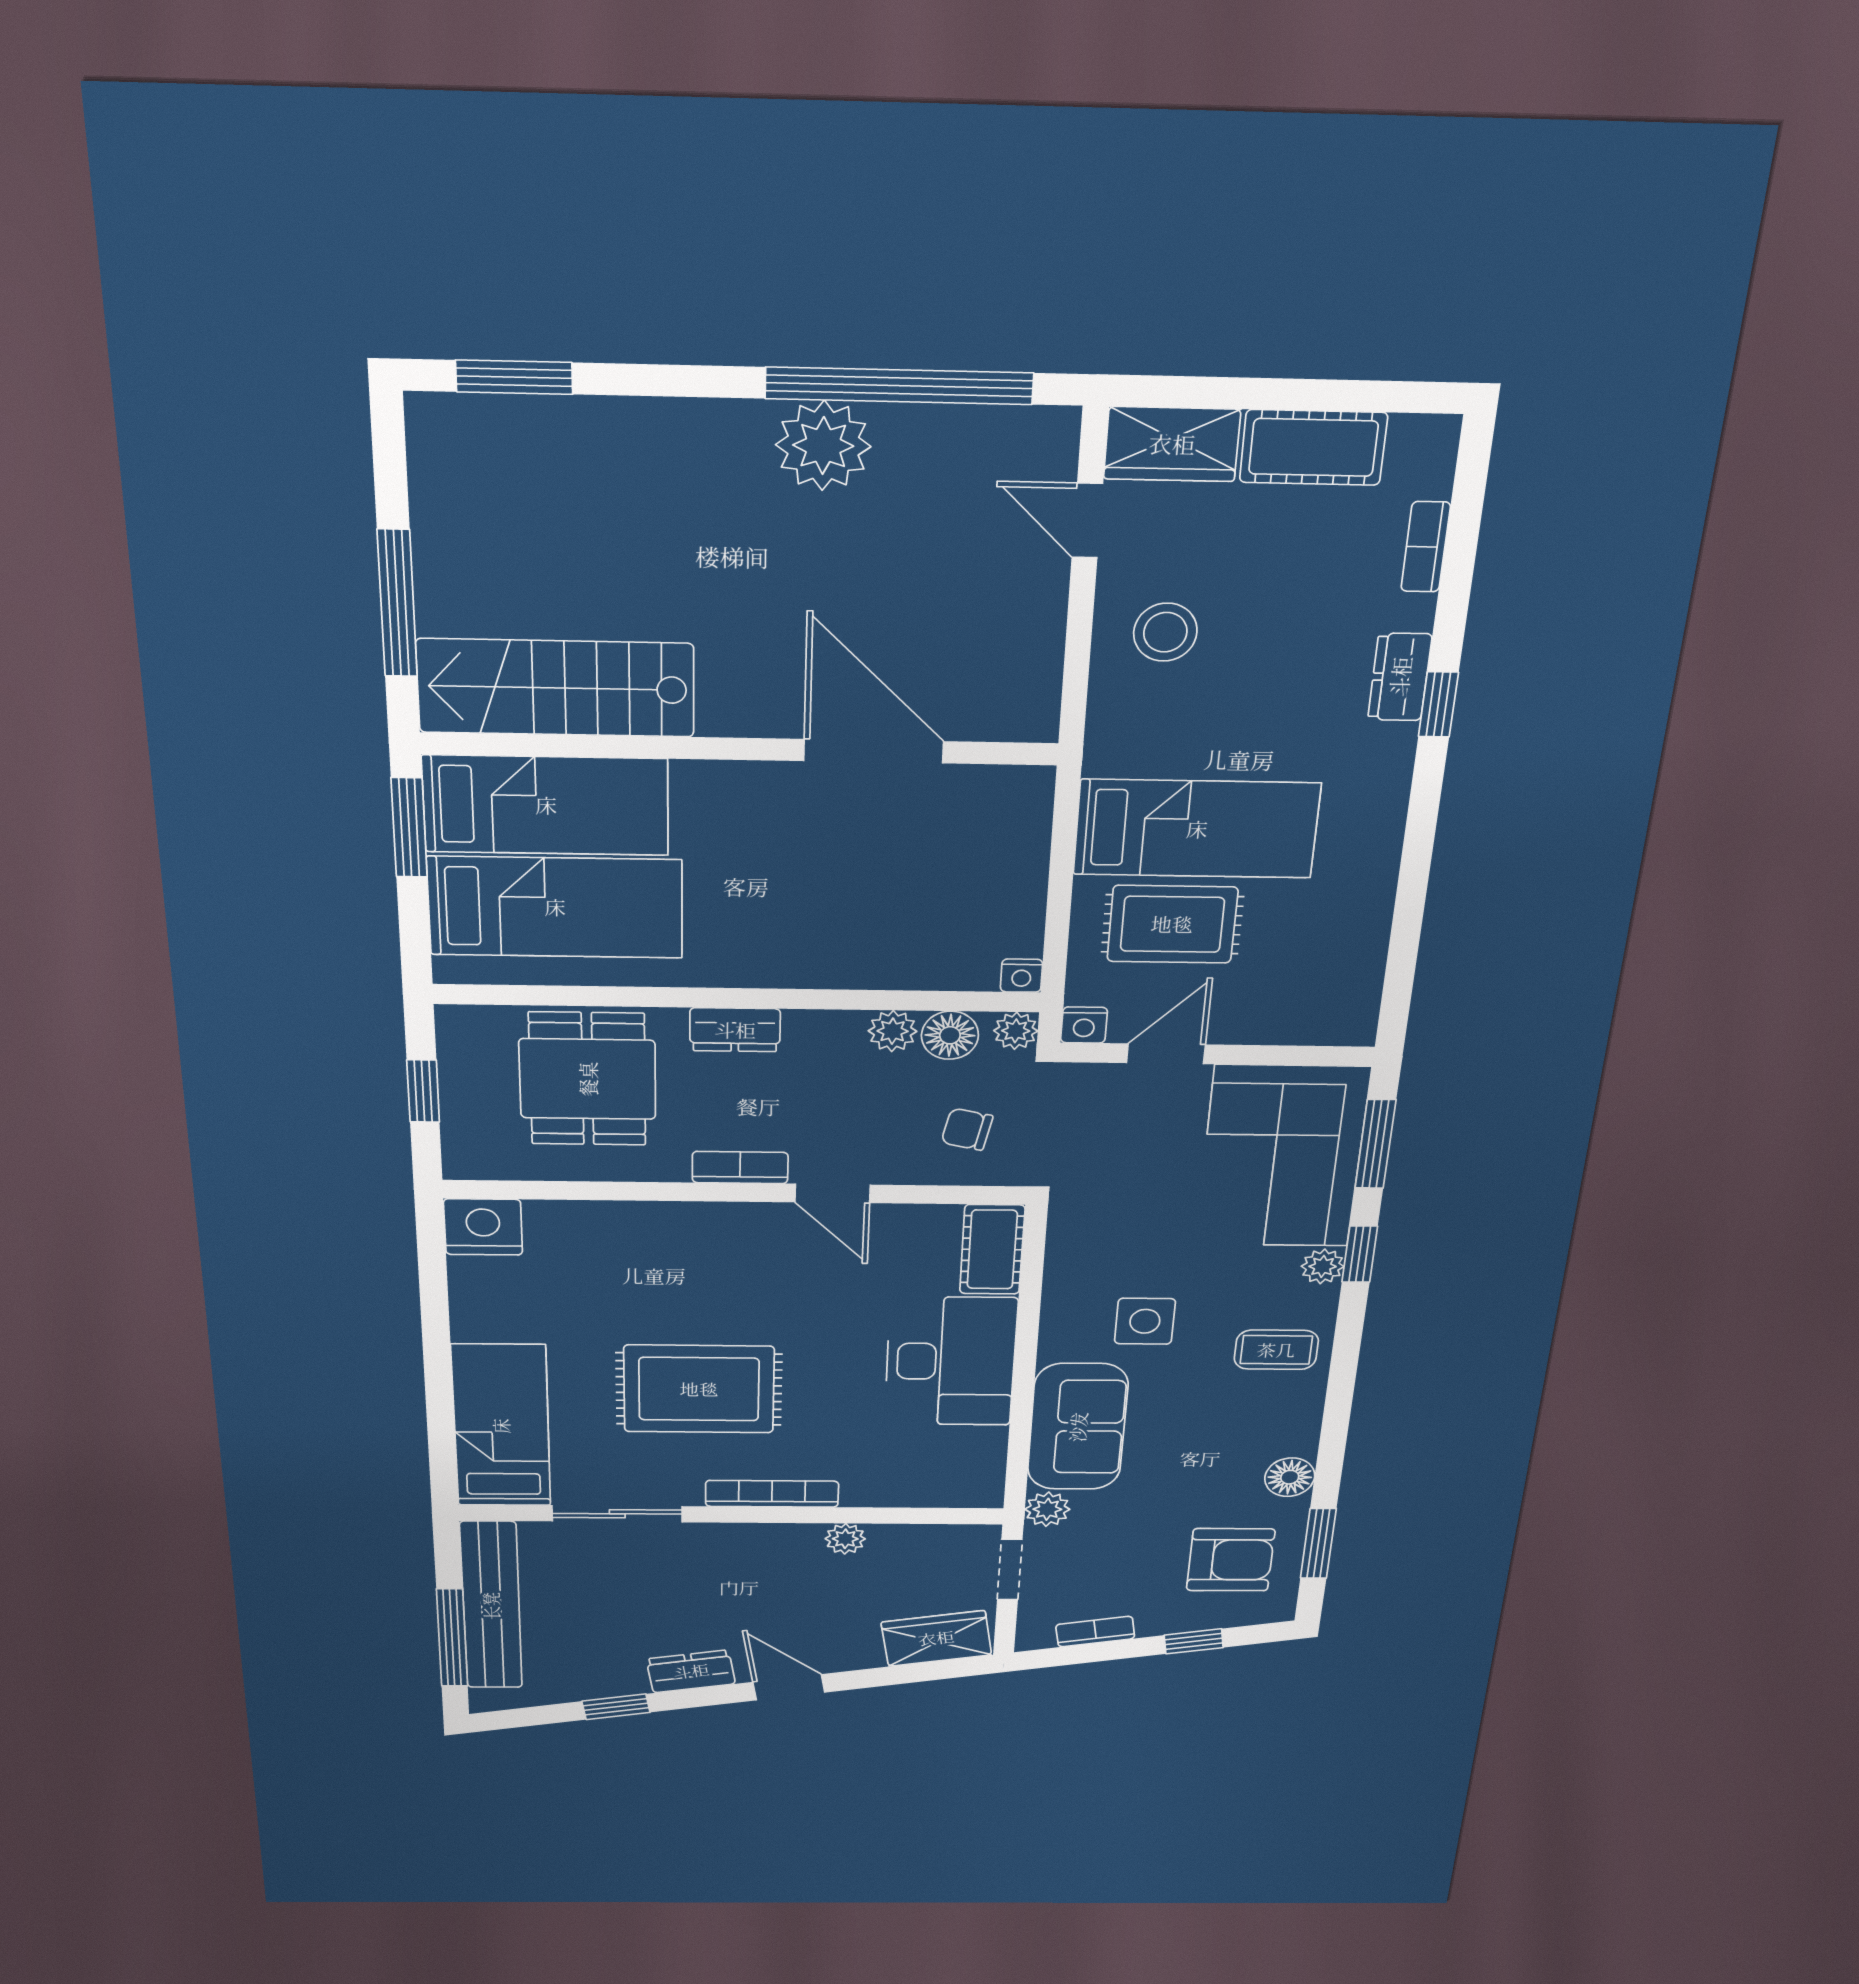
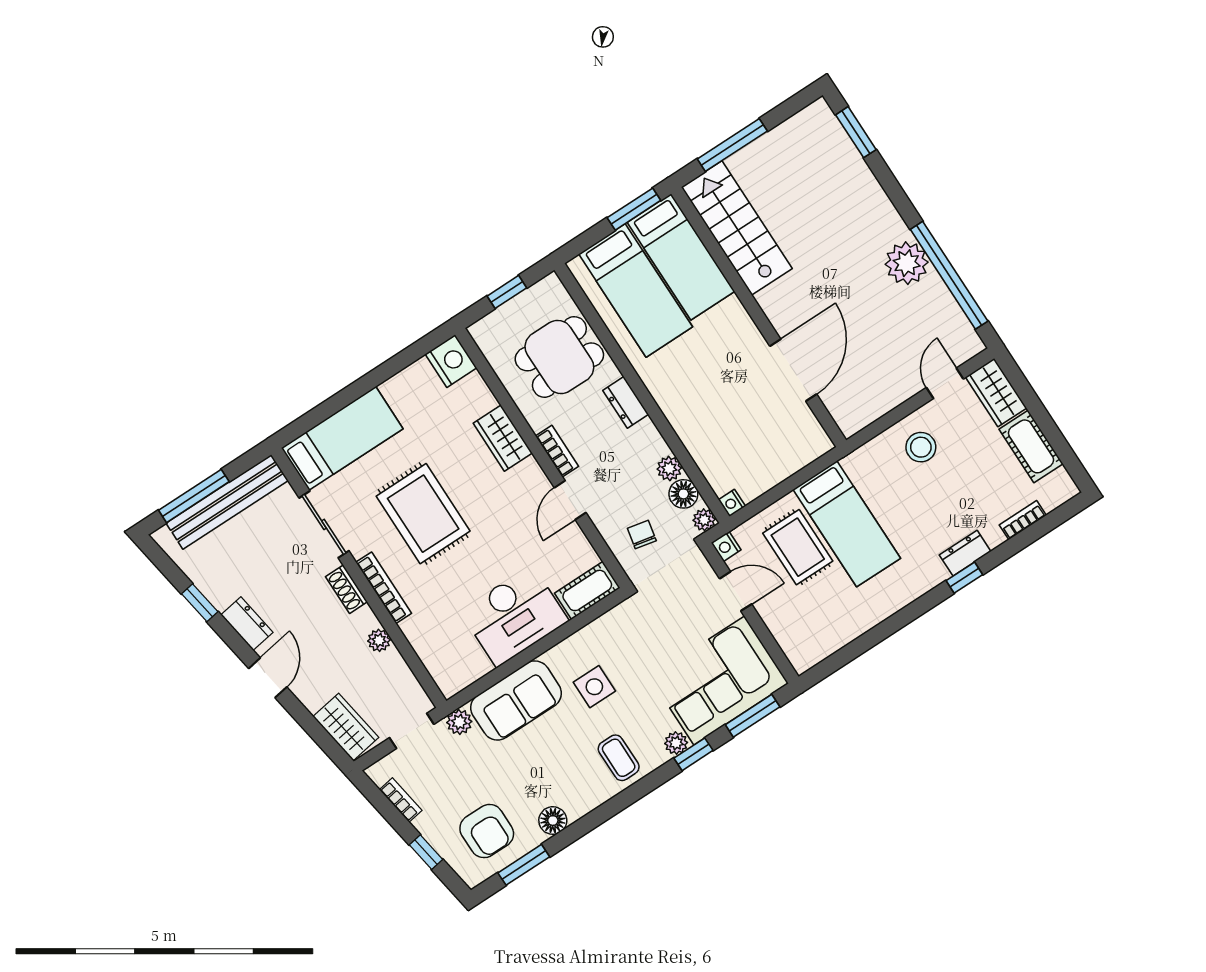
wardrobe: (662, 1227) -> (503, 438), added
shoe rack: (737, 1537) -> (346, 589), added

